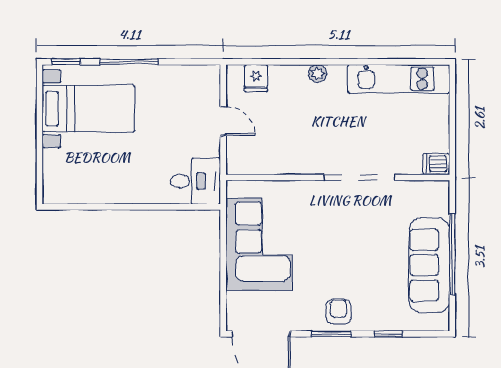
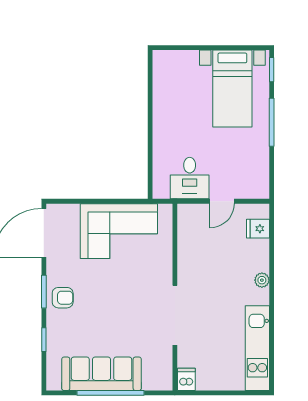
desk: (196, 181) -> (190, 178), moved

